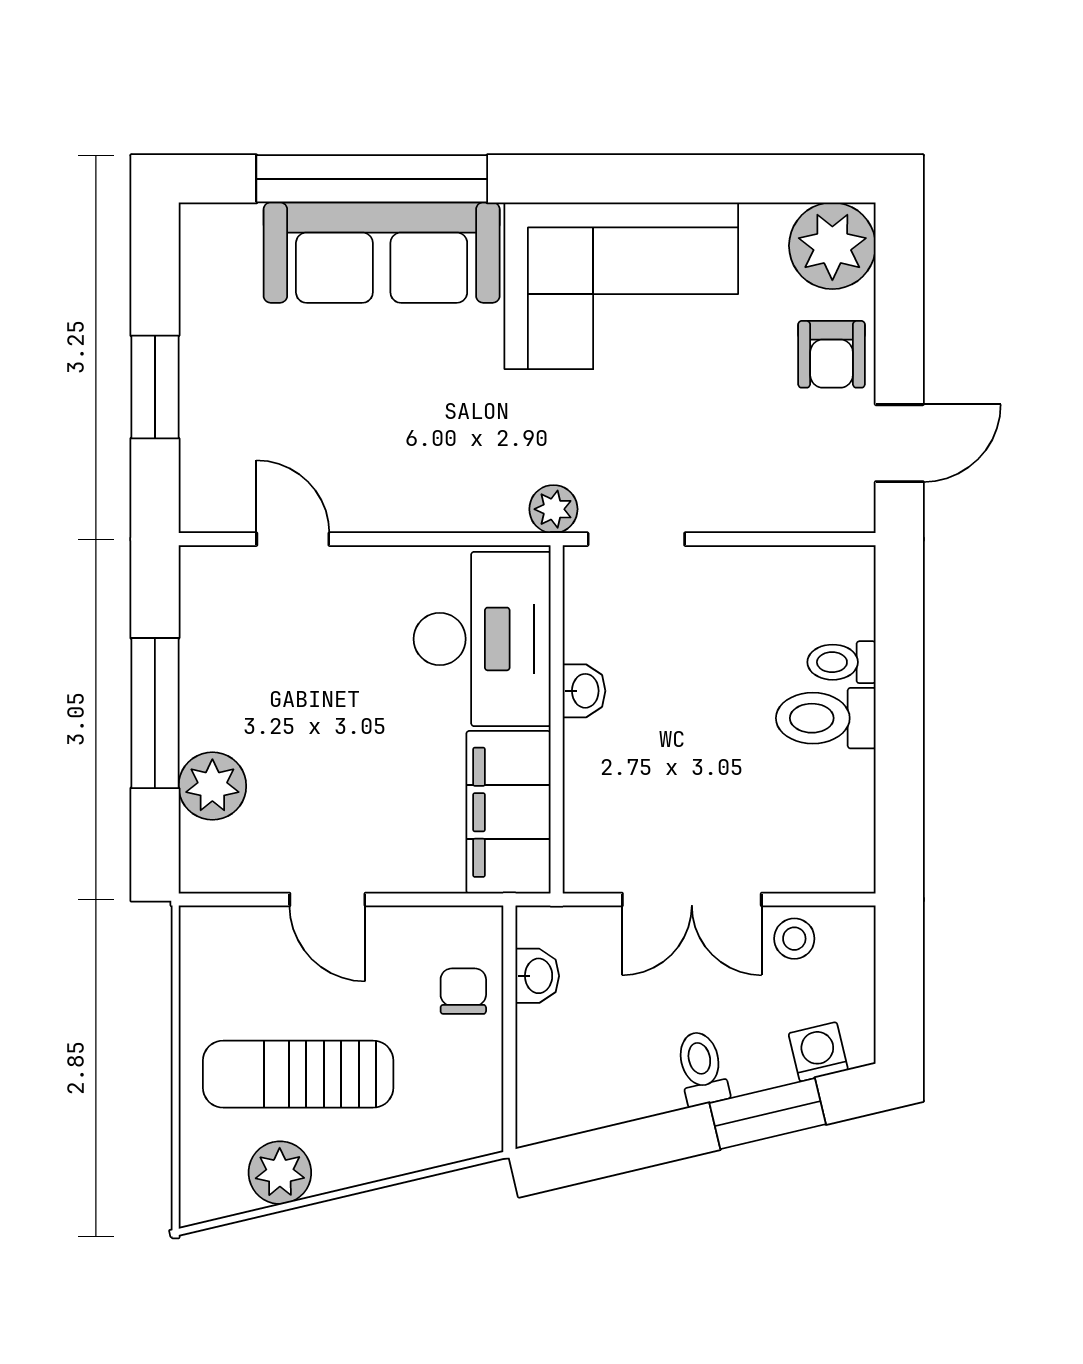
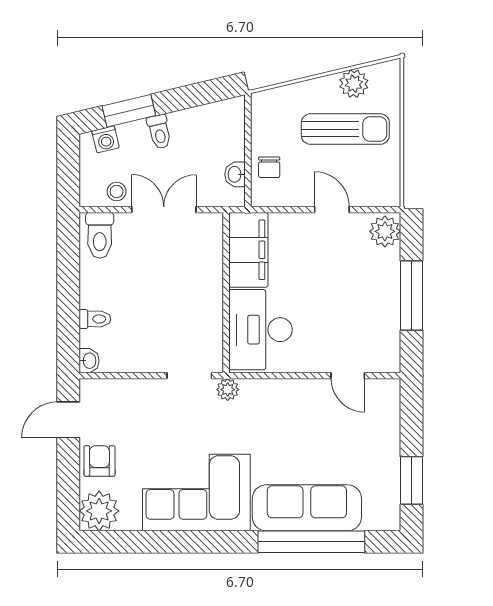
window: (155, 387) -> (411, 480), moved
washbasin: (584, 691) -> (89, 361), moved, turned 180
toilet: (826, 718) -> (100, 235), moved, turned 90
plant: (212, 786) -> (385, 231), moved

